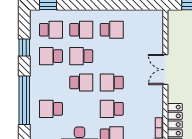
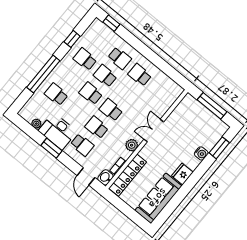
school desk: (51, 30) -> (99, 42), removed
school desk: (112, 30) -> (140, 75), turned 180
school desk: (81, 82) -> (91, 93), turned 180
plant: (156, 99) -> (132, 145), added

